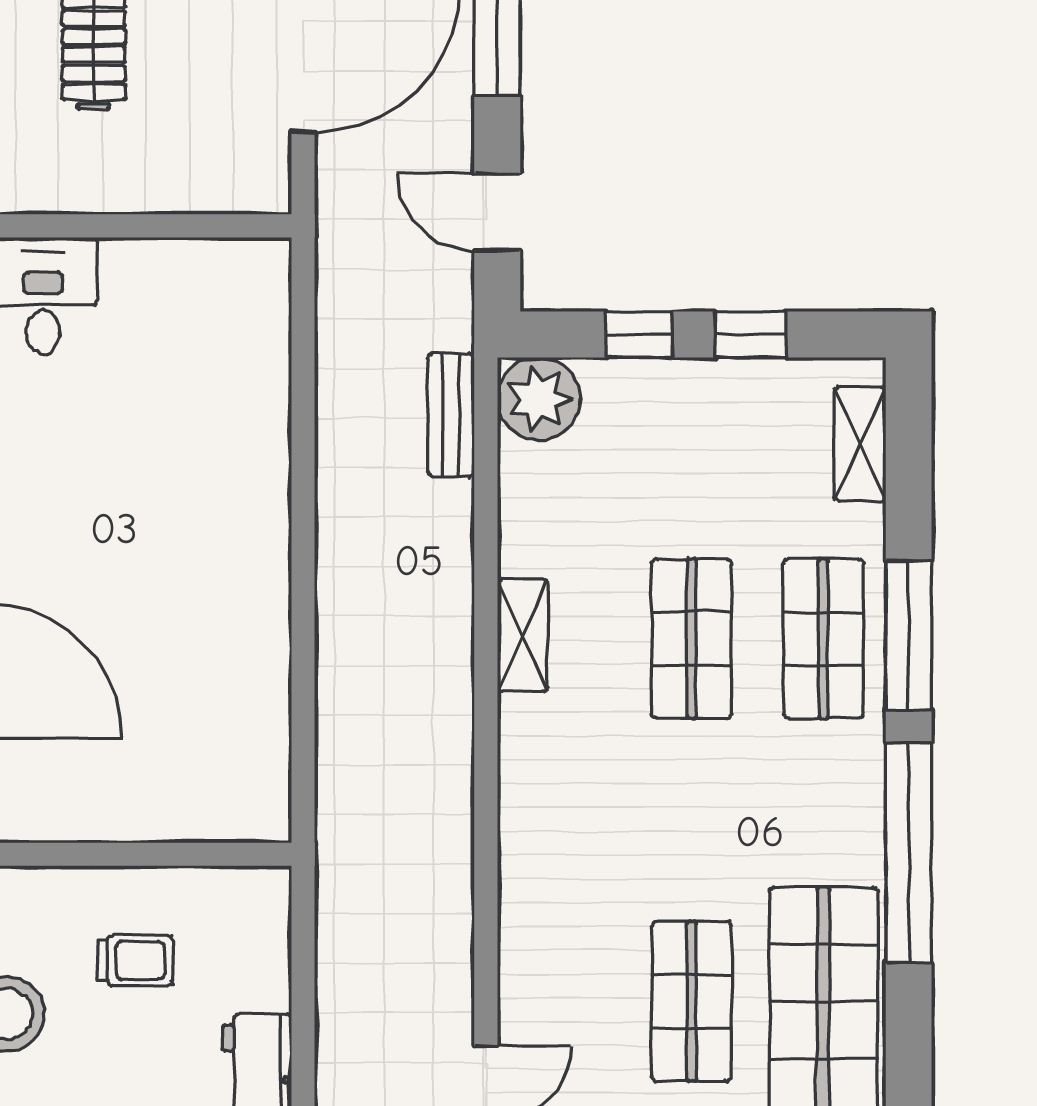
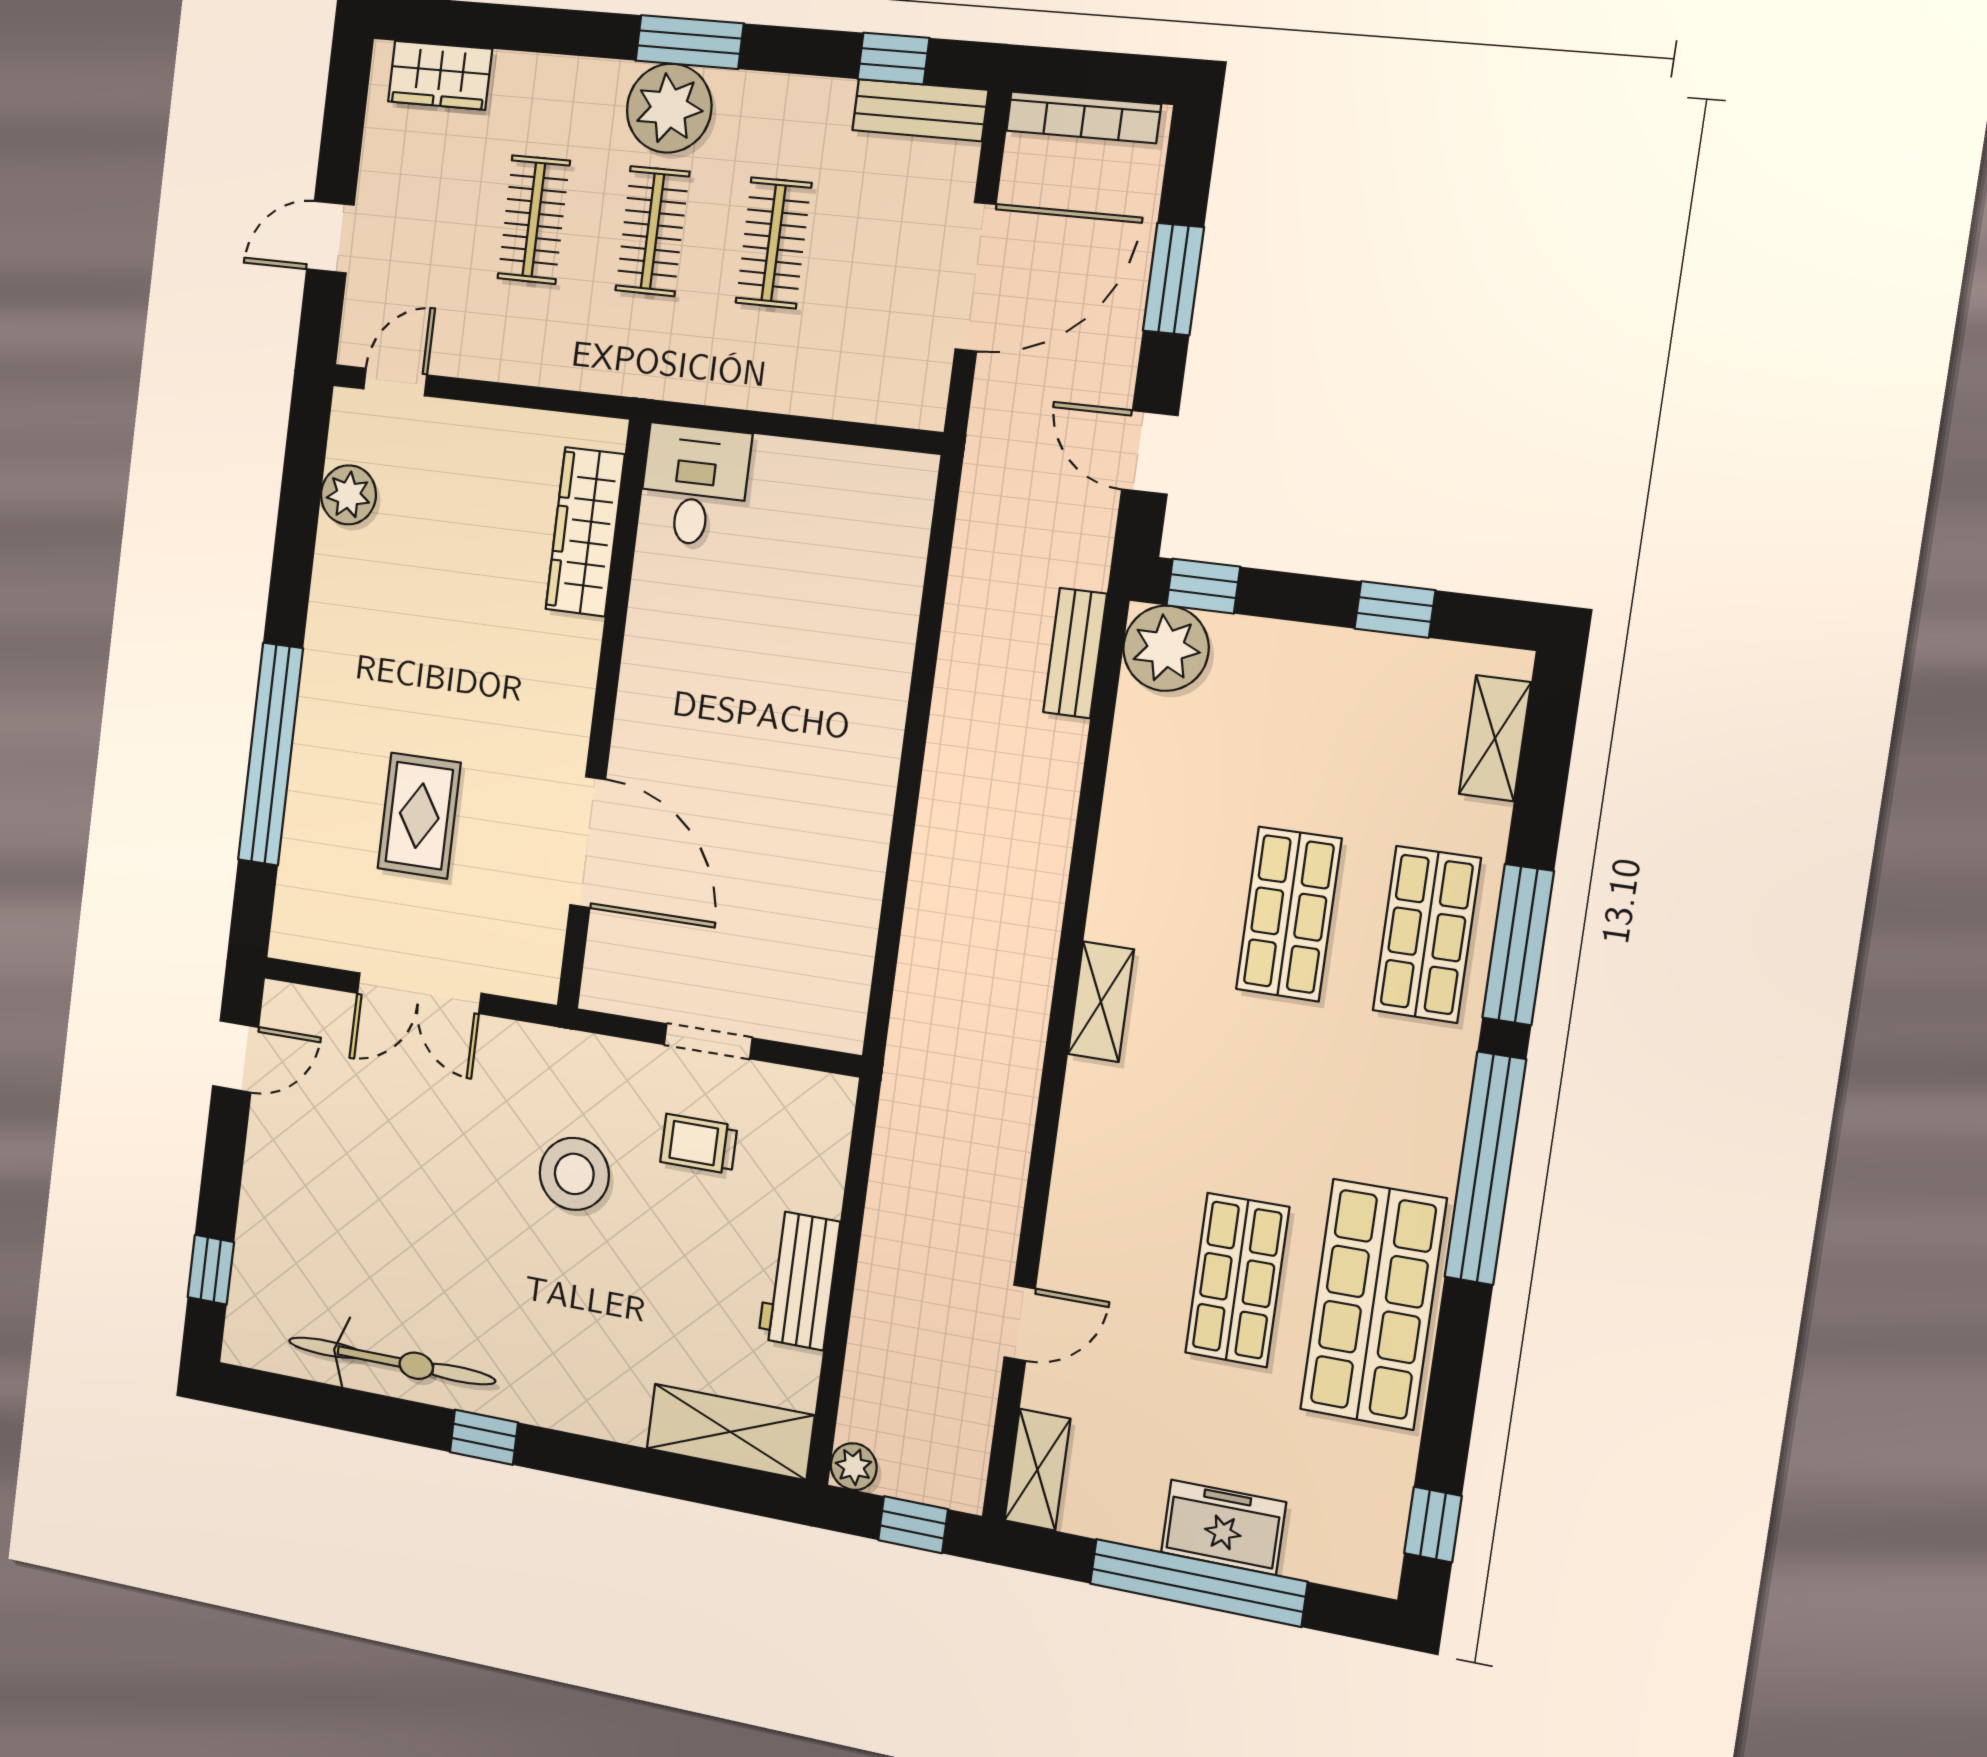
window: (639, 334) -> (1203, 586), moved
shelving: (523, 635) -> (1101, 1002), moved
doorway: (131, 854) -> (708, 1041), added
trolley: (135, 961) -> (699, 1144), turned 180

